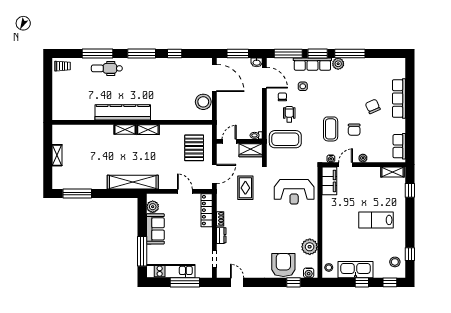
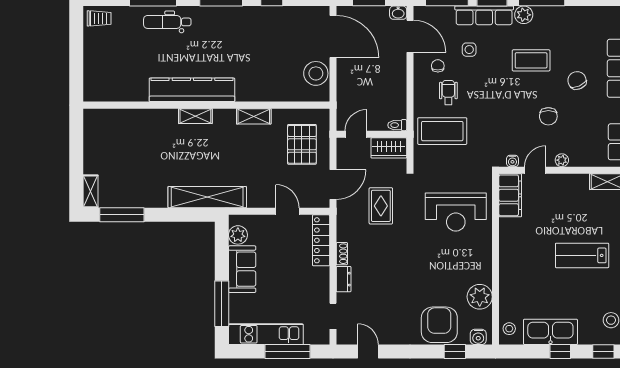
coffee table: (331, 129) -> (531, 60), moved, turned 90
shelving: (148, 130) -> (254, 116), moved
shelving: (57, 155) -> (91, 191), moved

